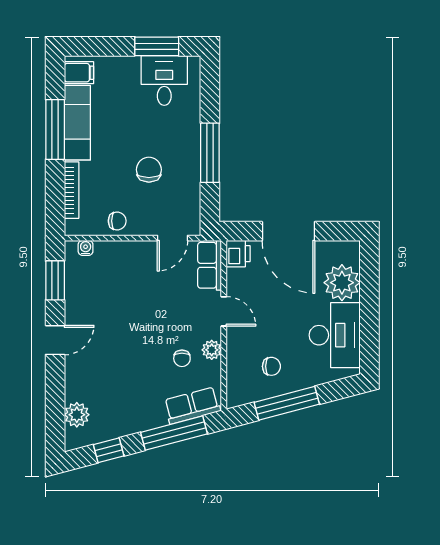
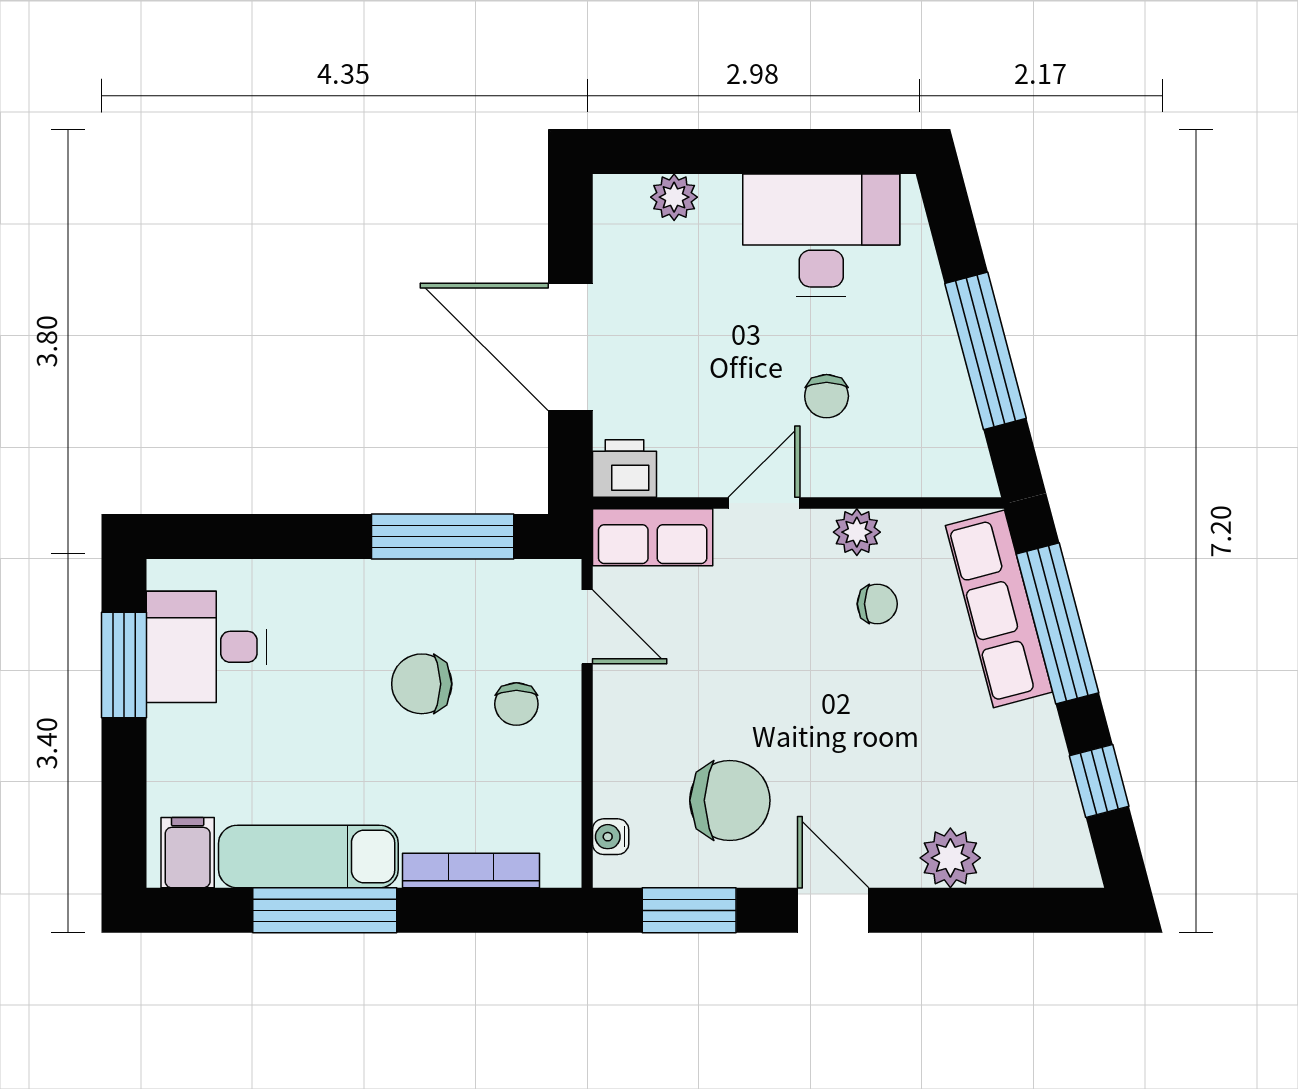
window: (210, 153) -> (443, 536), moved
chair: (117, 221) -> (516, 704), moved, turned 180
door: (288, 231) -> (570, 347), swing flipped
plant: (342, 283) -> (674, 197), width x0.53, depth x0.53
chair: (101, 297) -> (730, 800), added
chair: (271, 366) -> (827, 396), moved, turned 180
row of seats: (192, 406) -> (999, 609), width x1.48
plant: (77, 415) -> (950, 858), moved

